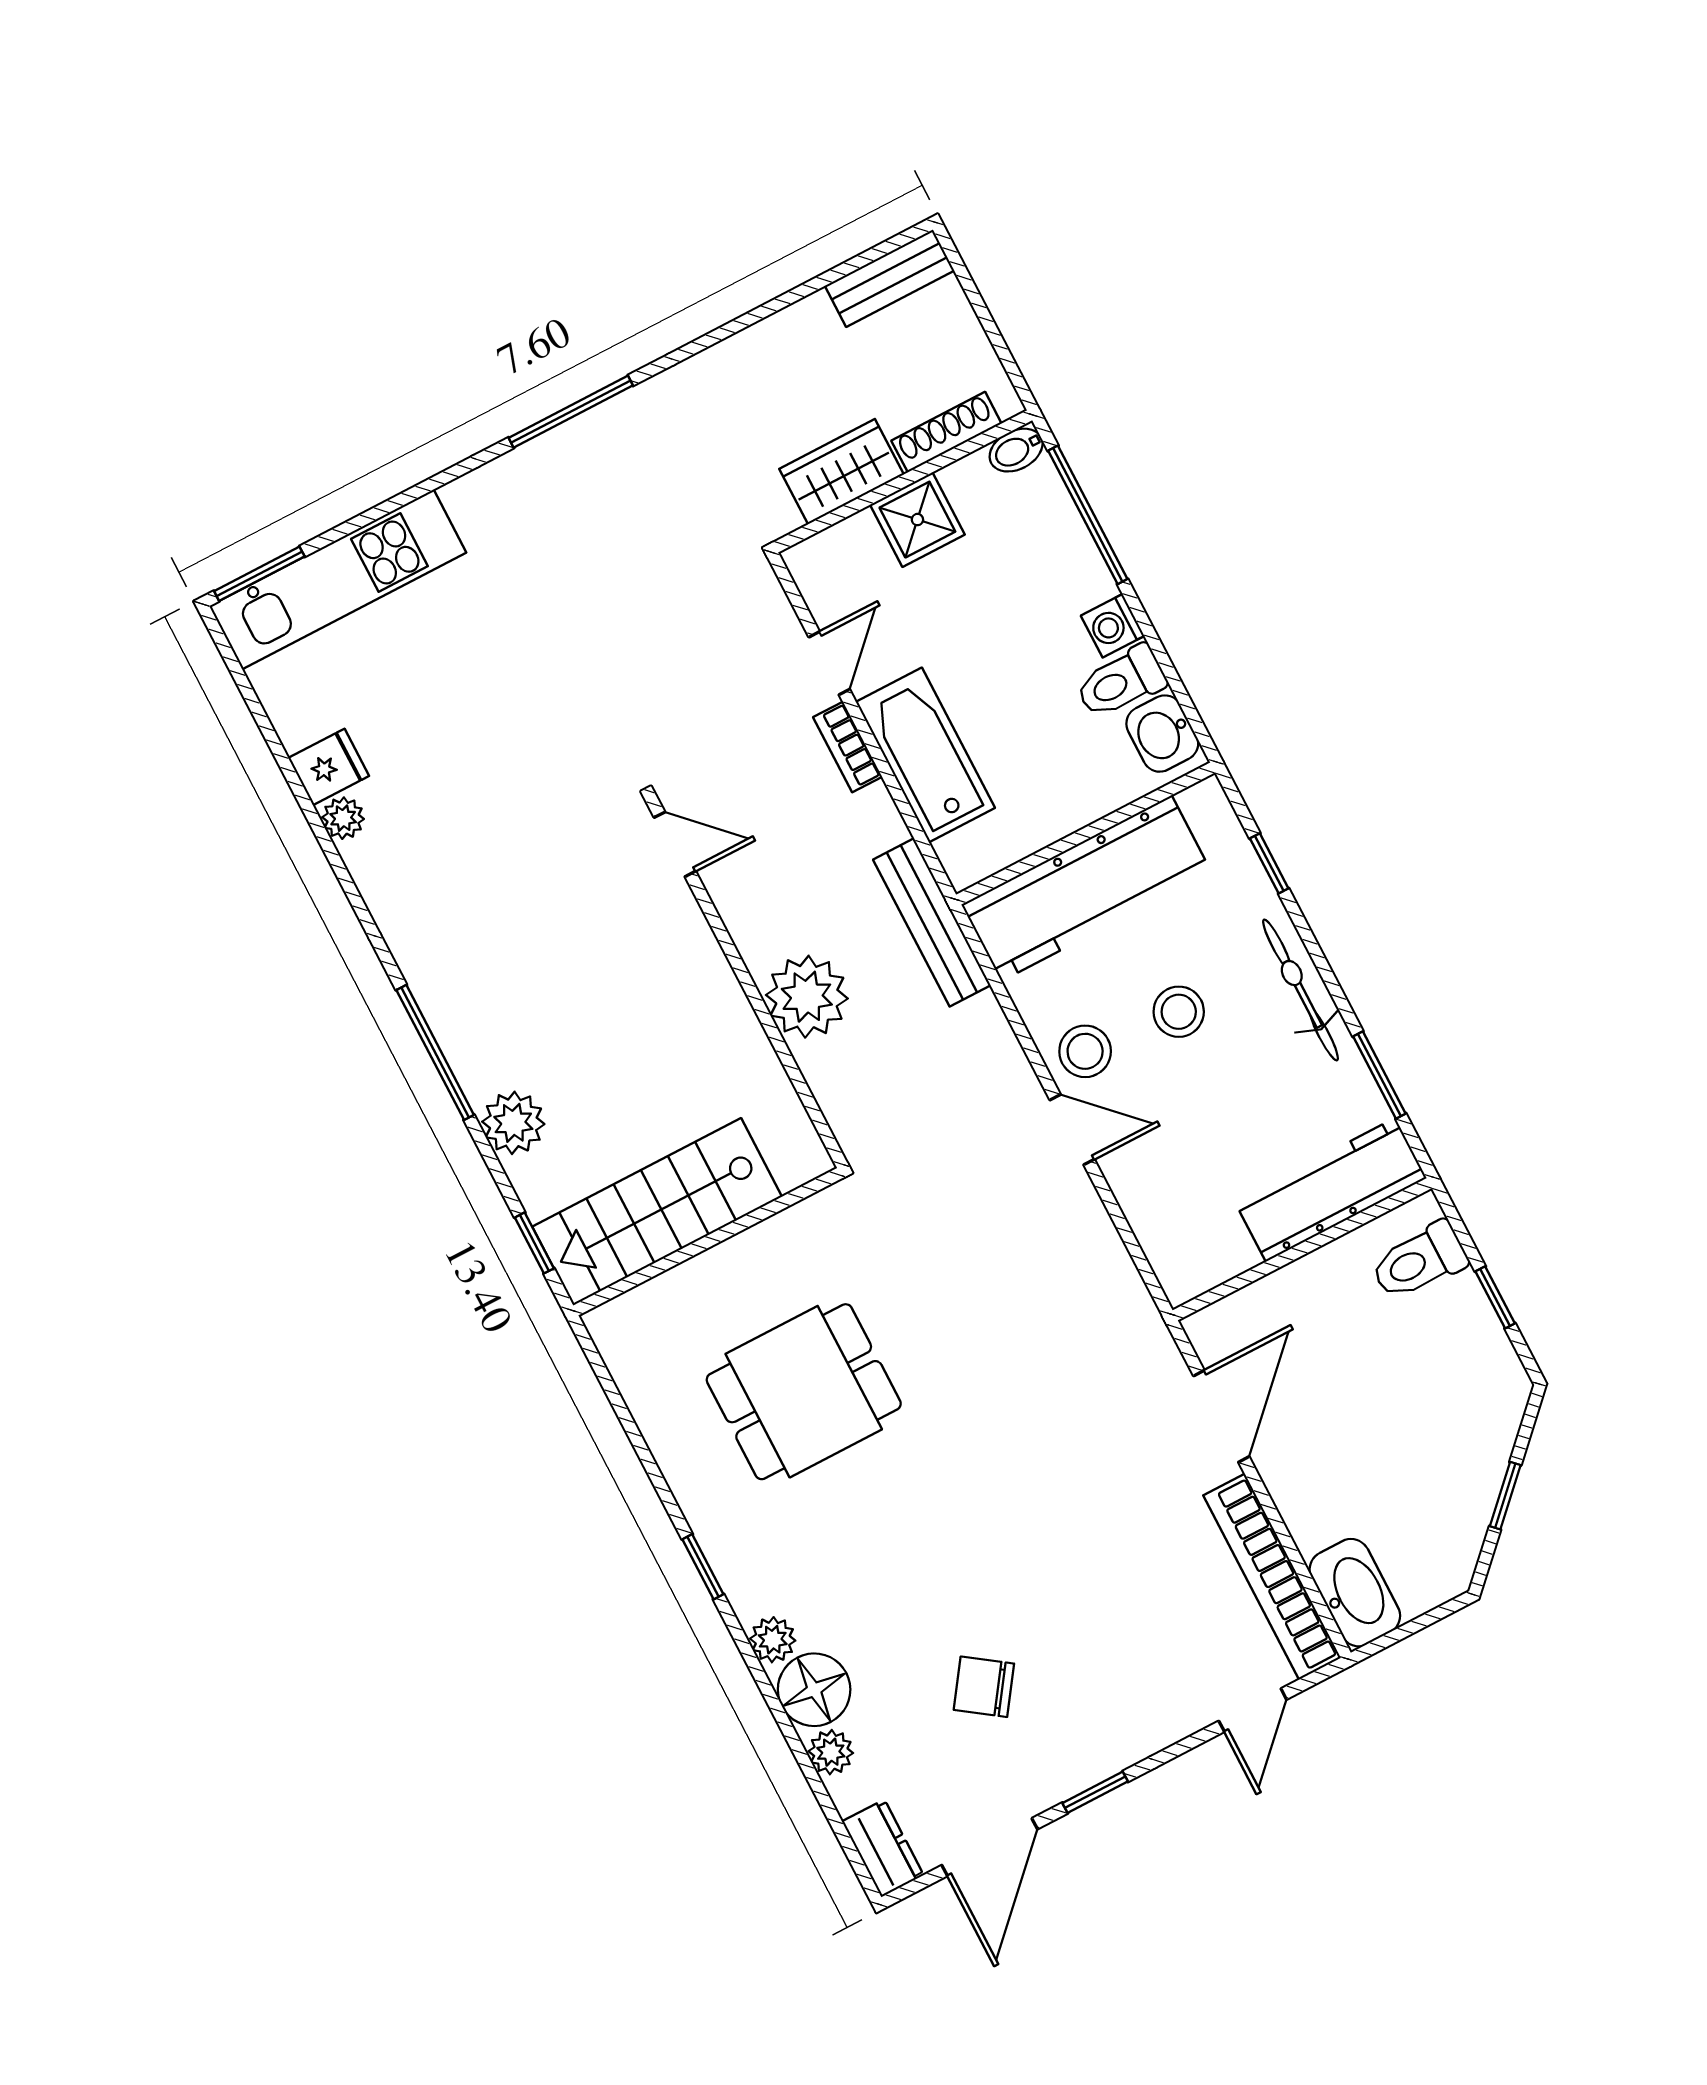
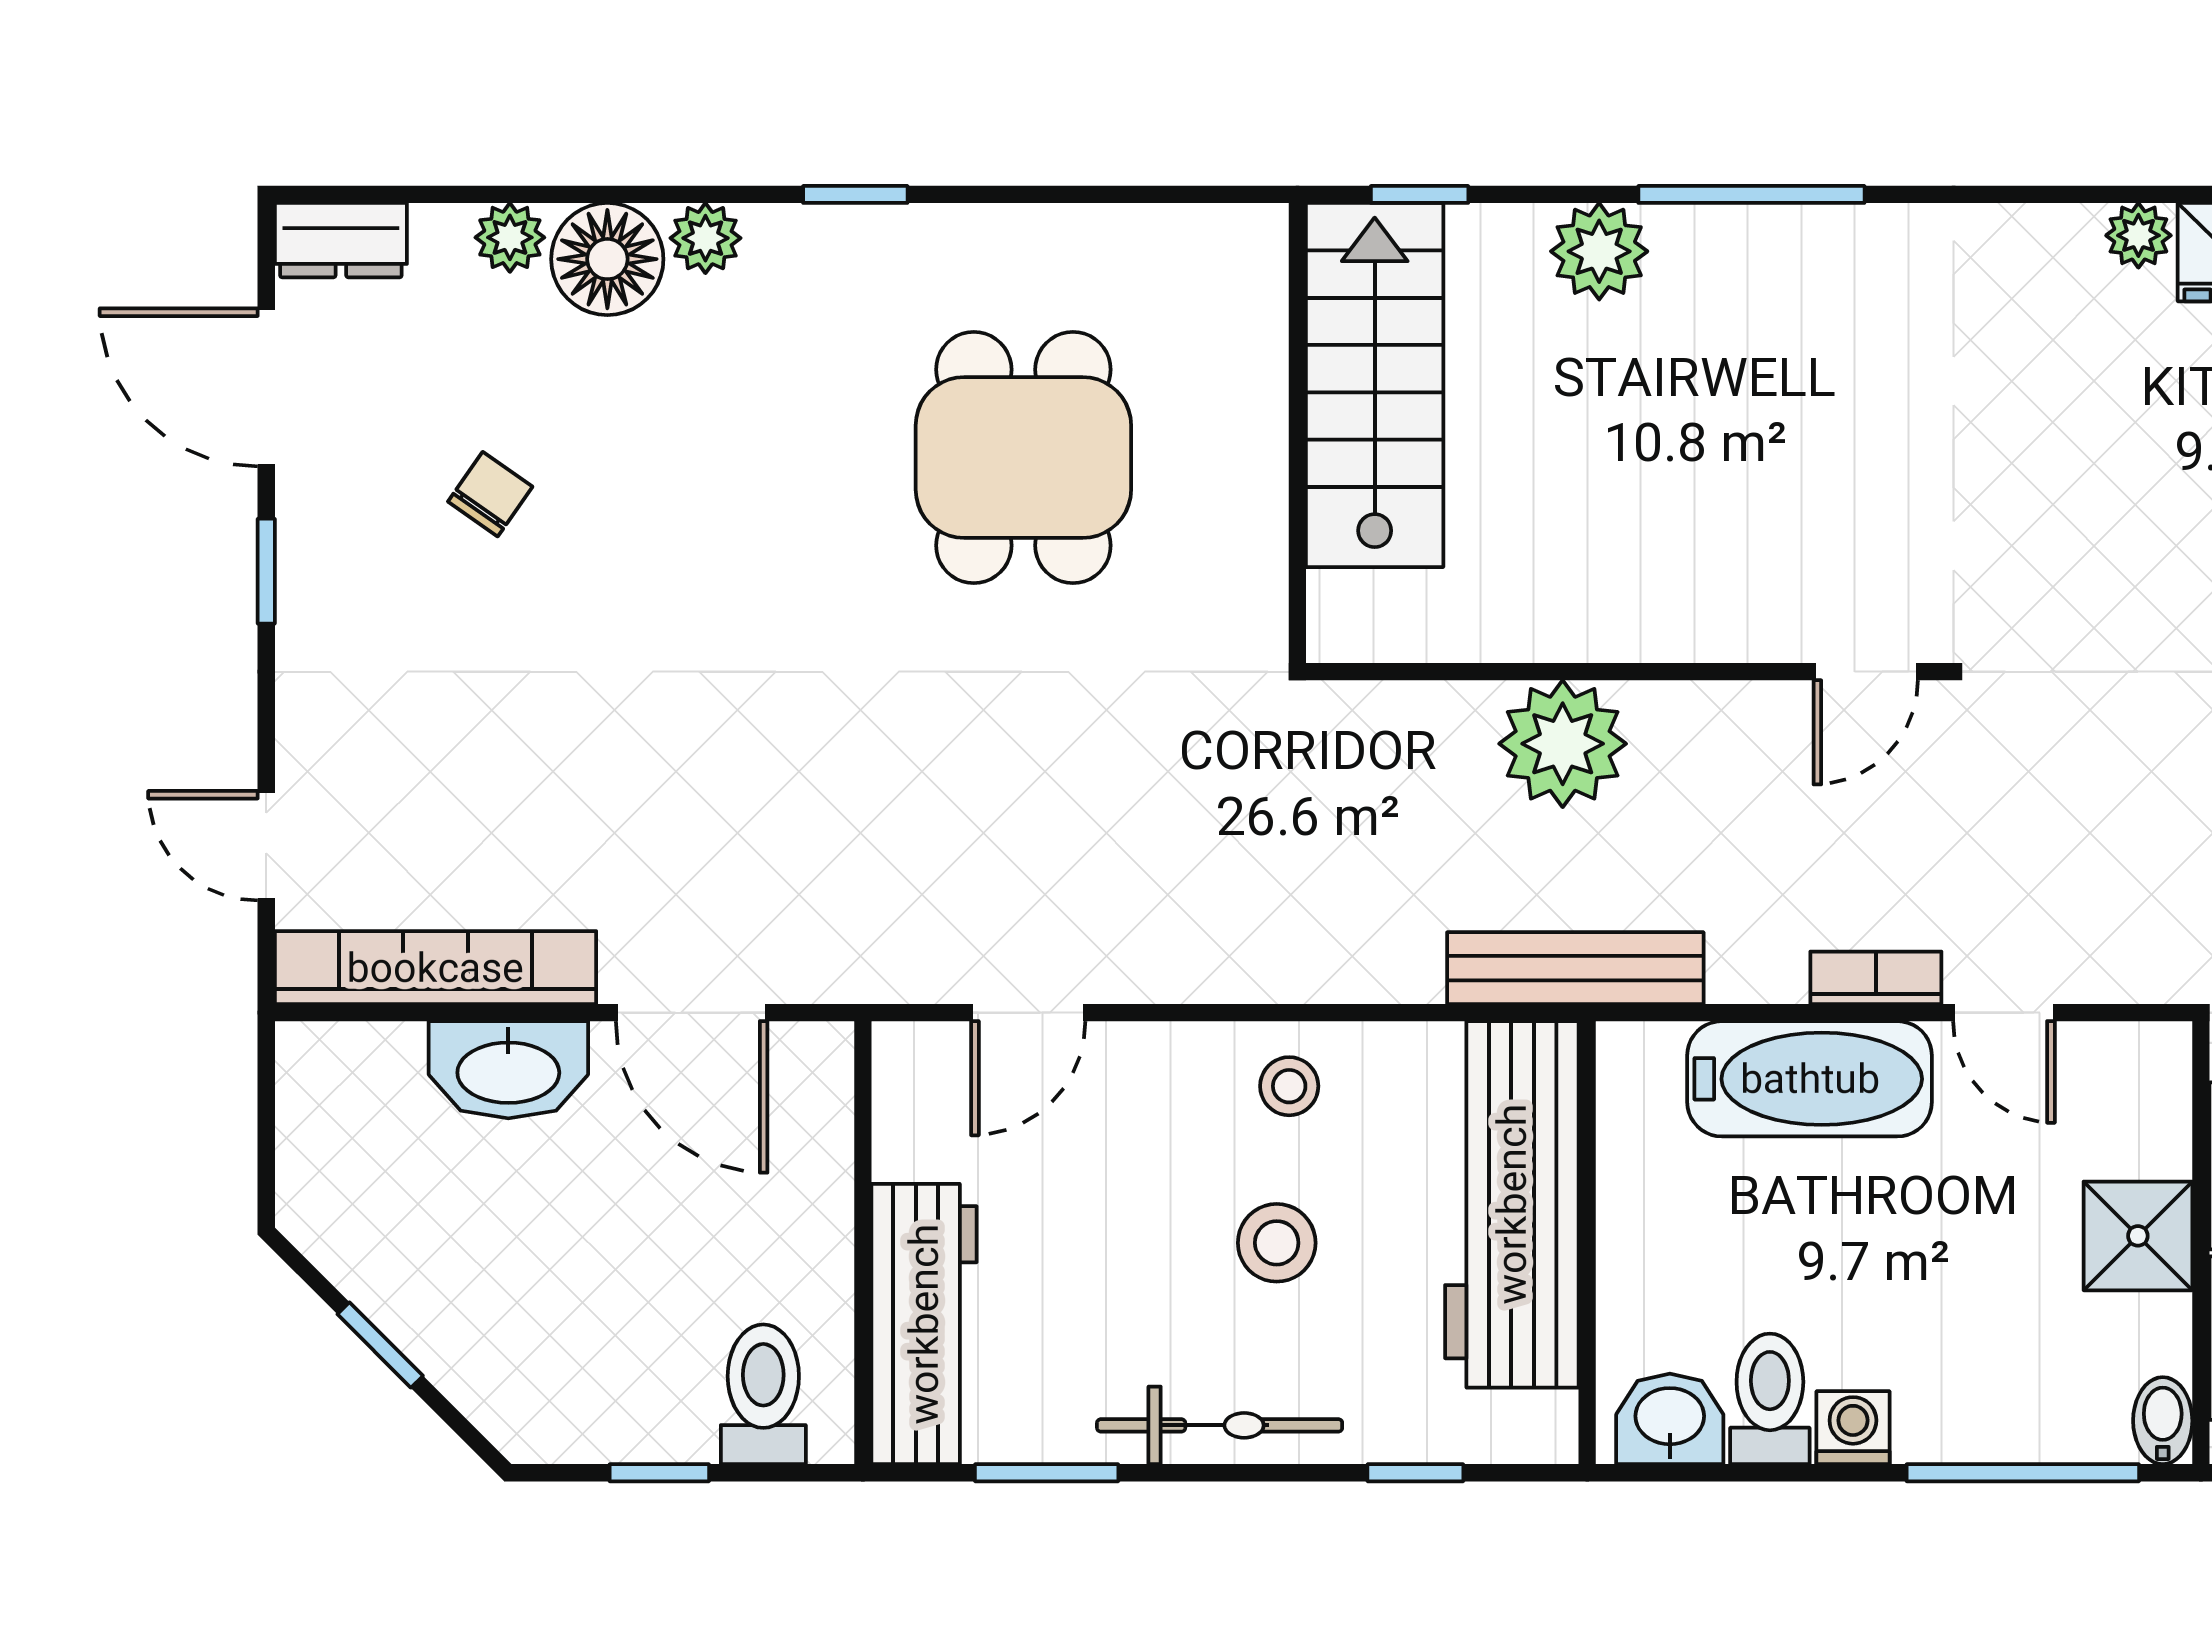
stool: (1085, 1051) -> (1289, 1086), width x0.73, depth x0.73
door: (1072, 1130) -> (1028, 1013), moved
washbasin: (1355, 1593) -> (508, 1070), moved
chair: (984, 1687) -> (490, 494), width x0.73, depth x0.73

